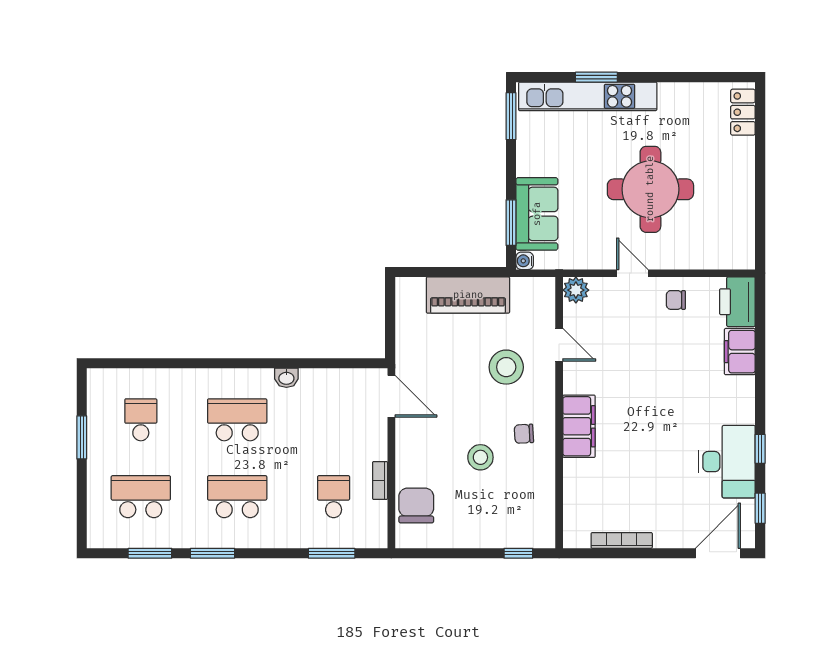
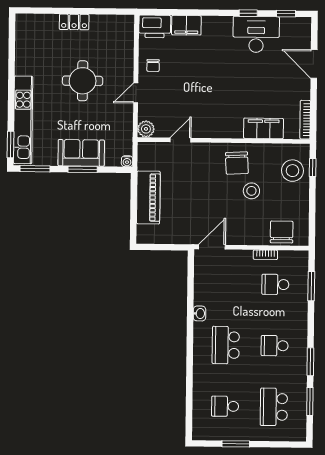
window: (596, 77) -> (11, 145), moved
locker: (743, 112) -> (74, 22), moved
round table: (650, 189) -> (83, 81), width x0.73, depth x0.73
sofa: (537, 214) -> (81, 153), moved
window: (511, 223) -> (83, 169), moved
stool: (506, 367) -> (292, 171), moved
filing cabinet: (579, 426) -> (264, 128), moved
chair: (524, 434) -> (237, 163), width x1.87, depth x1.87
school desk: (237, 497) -> (275, 346), width x0.54
chair: (416, 506) -> (282, 232), turned 90
bookcase: (622, 540) -> (305, 120), moved
door: (718, 553) -> (314, 64), moved

